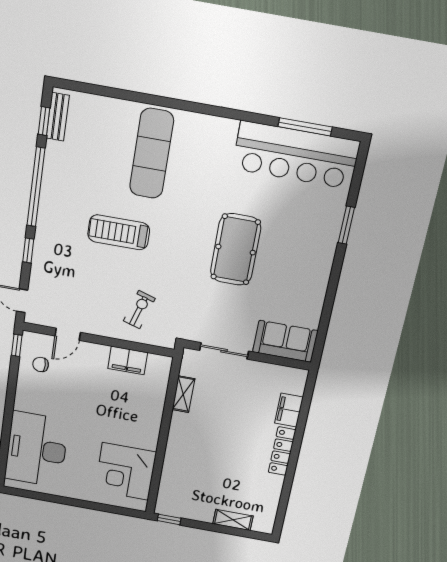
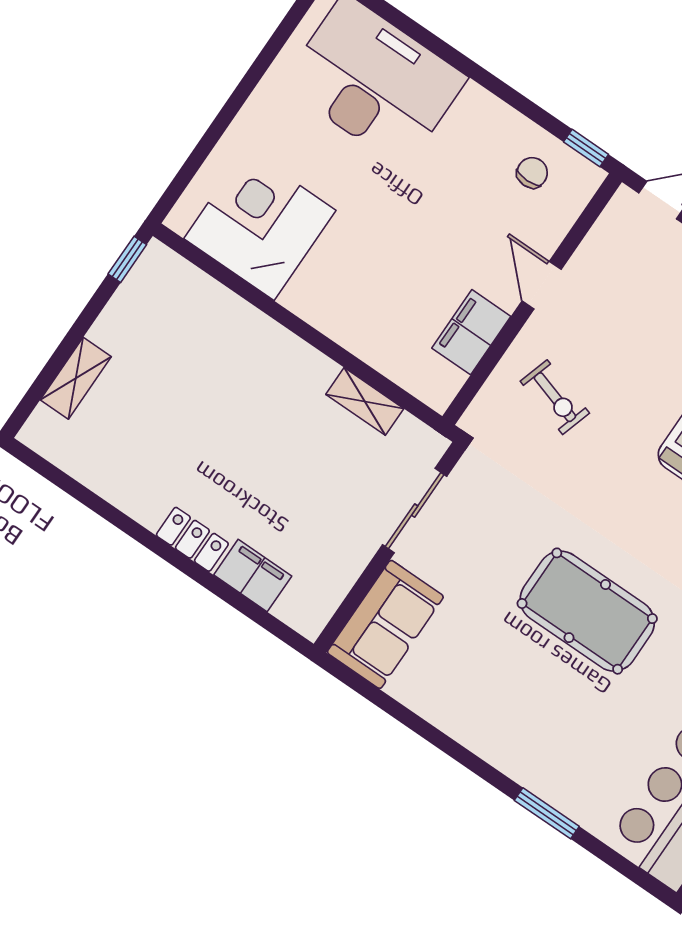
door: (68, 334) -> (542, 285), moved
locker: (282, 451) -> (192, 539), width x0.66

